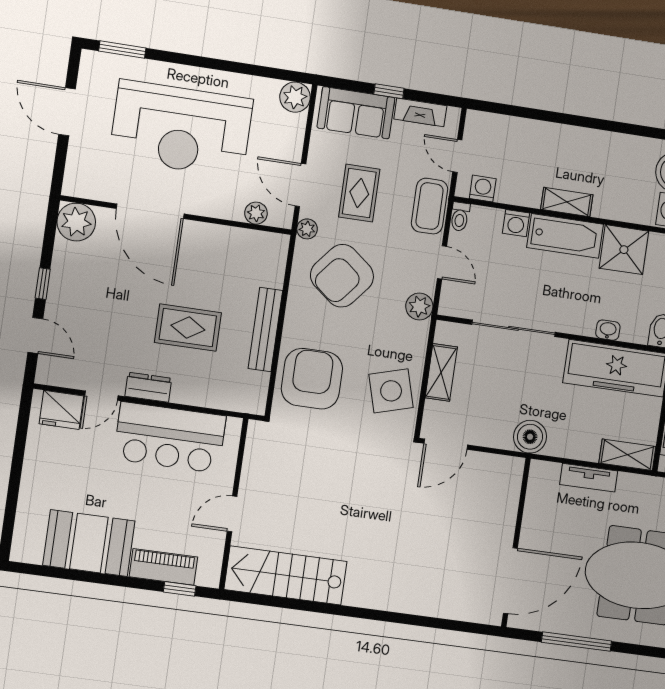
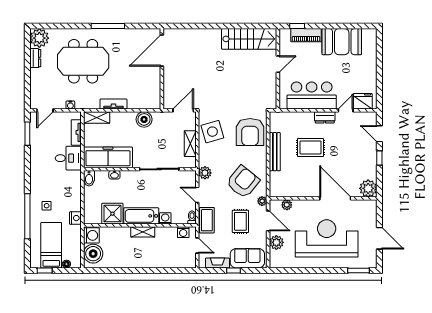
plant: (295, 97) -> (276, 242), moved
wall: (516, 543) -> (162, 69), moved
door: (510, 581) -> (162, 51), moved

